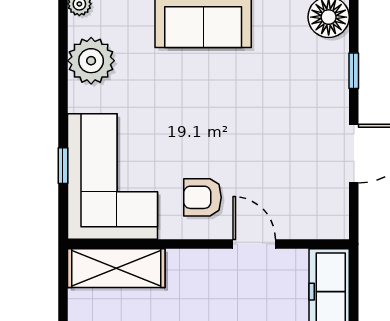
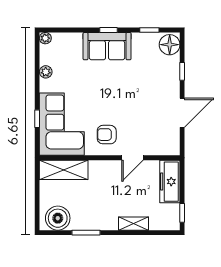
plant: (91, 61) -> (46, 72), width x0.53, depth x0.53
door: (254, 244) -> (132, 158), swing flipped

